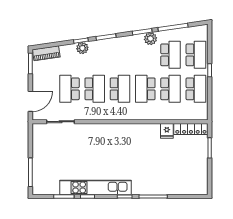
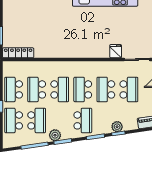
school desk: (120, 55) -> (83, 120), added
school desk: (171, 55) -> (37, 120), turned 180
fridge: (167, 131) -> (116, 51), moved

